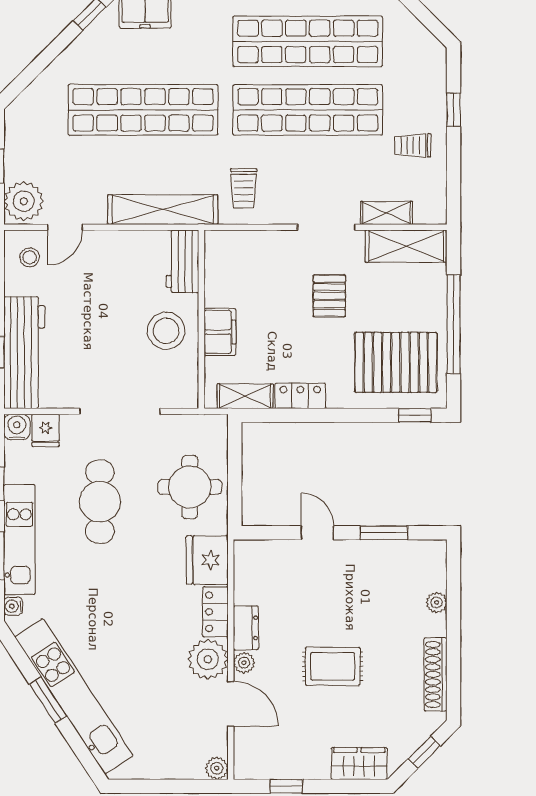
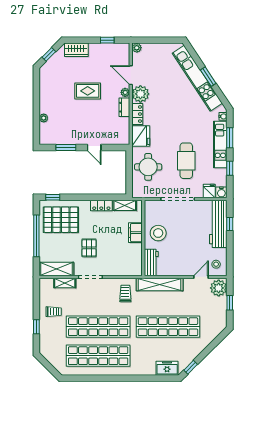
shoe rack: (436, 674) -> (44, 87), removed

